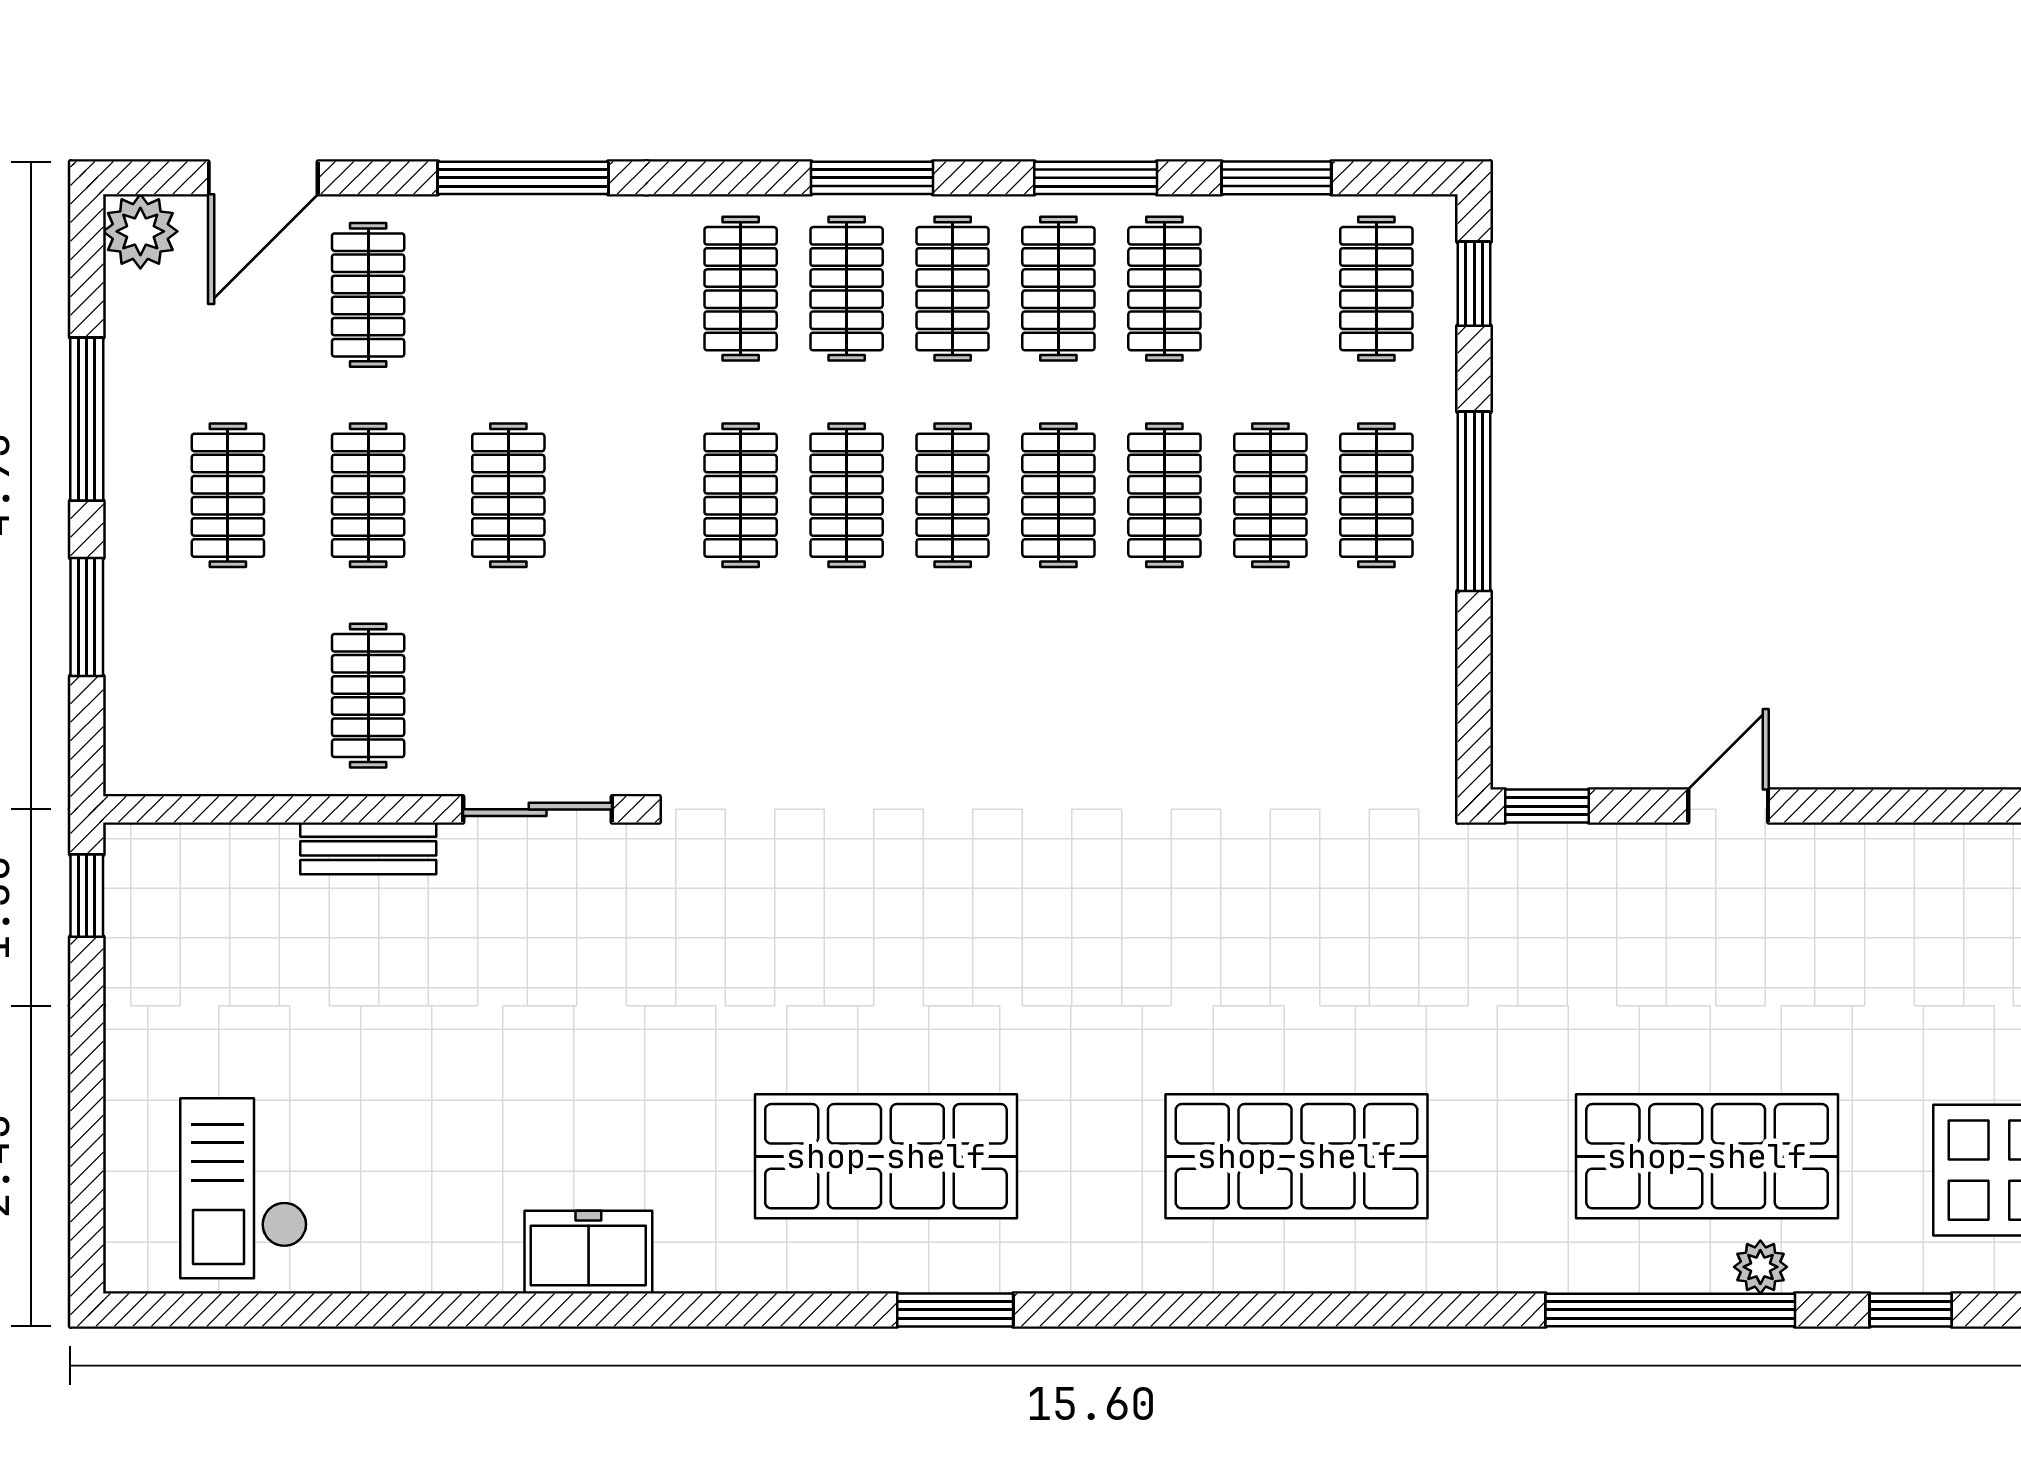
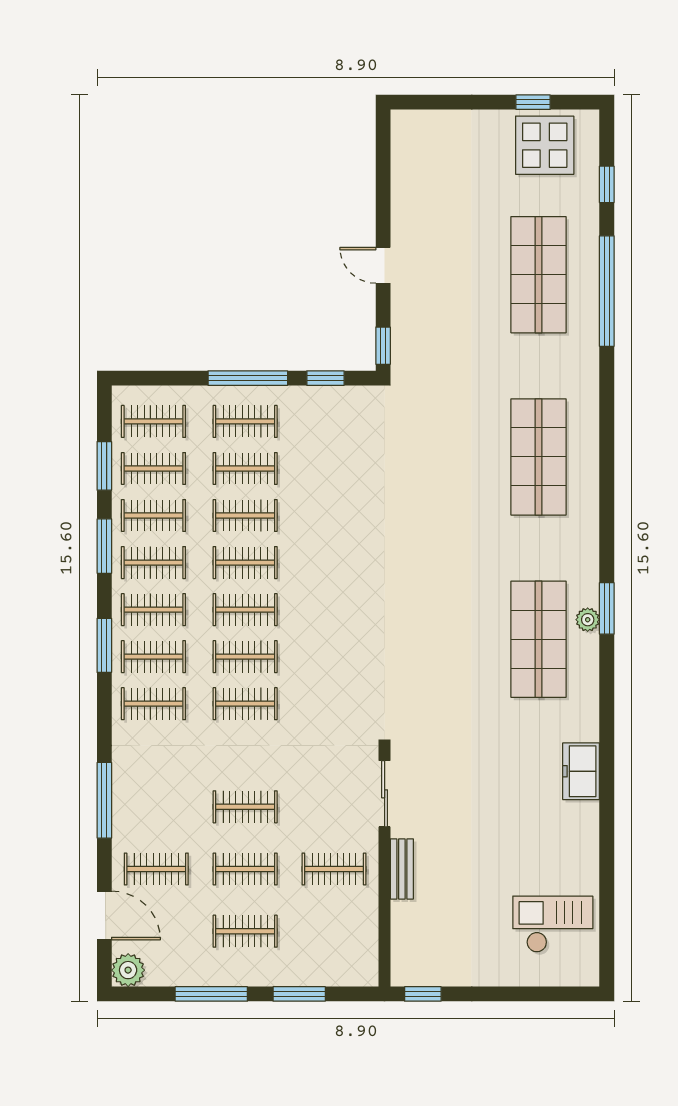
window: (1474, 284) -> (325, 378), moved
clothes rail: (1270, 289) -> (153, 468), added
checkout: (244, 1188) -> (553, 924), turned 180
plant: (1760, 1267) -> (588, 620), moved

